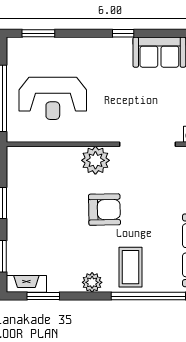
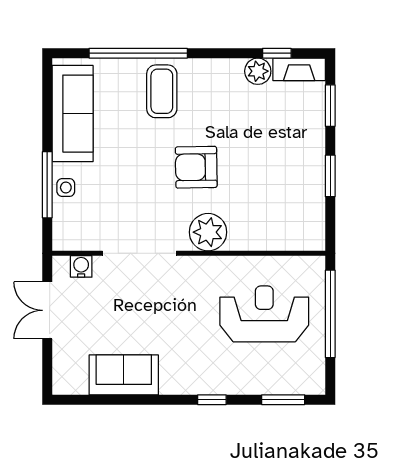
window: (123, 33) -> (212, 400), moved
plant: (92, 282) -> (258, 71), moved
window: (43, 296) -> (277, 53), width x0.67

